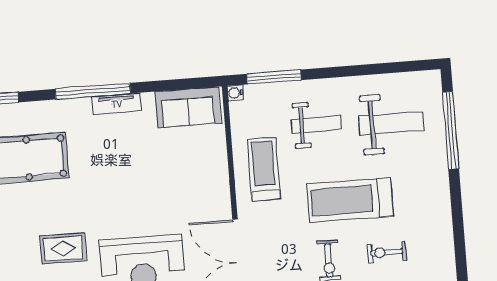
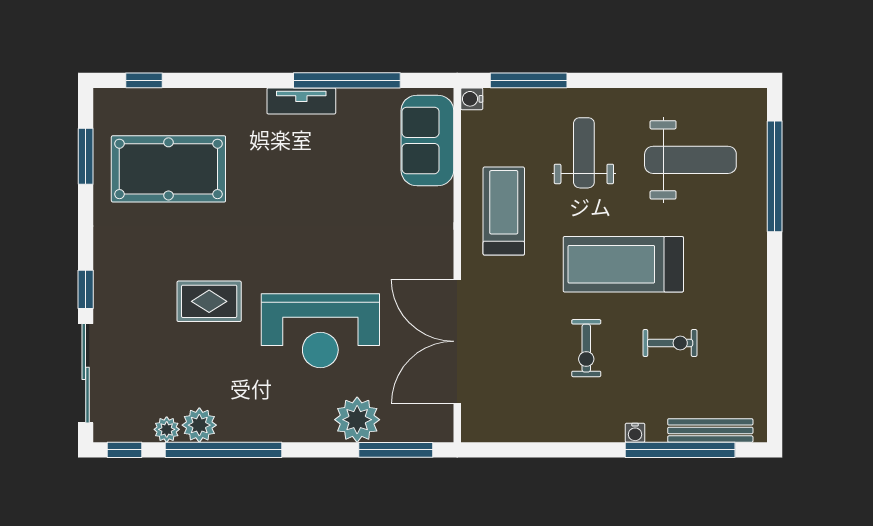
window: (93, 91) -> (347, 80), moved
sofa: (188, 107) -> (427, 140), moved, turned 90
weight bench: (316, 124) -> (584, 153), turned -90
exercise bike: (387, 252) -> (670, 343), turned 180

